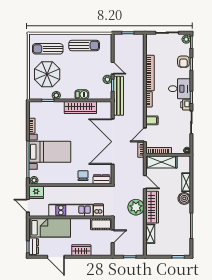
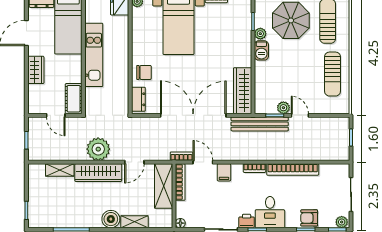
door: (113, 68) -> (300, 115), swing flipped
barbecue: (82, 95) -> (261, 50), moved
wardrobe: (80, 108) -> (243, 91), moved
dishwasher: (98, 210) -> (94, 95), removed

